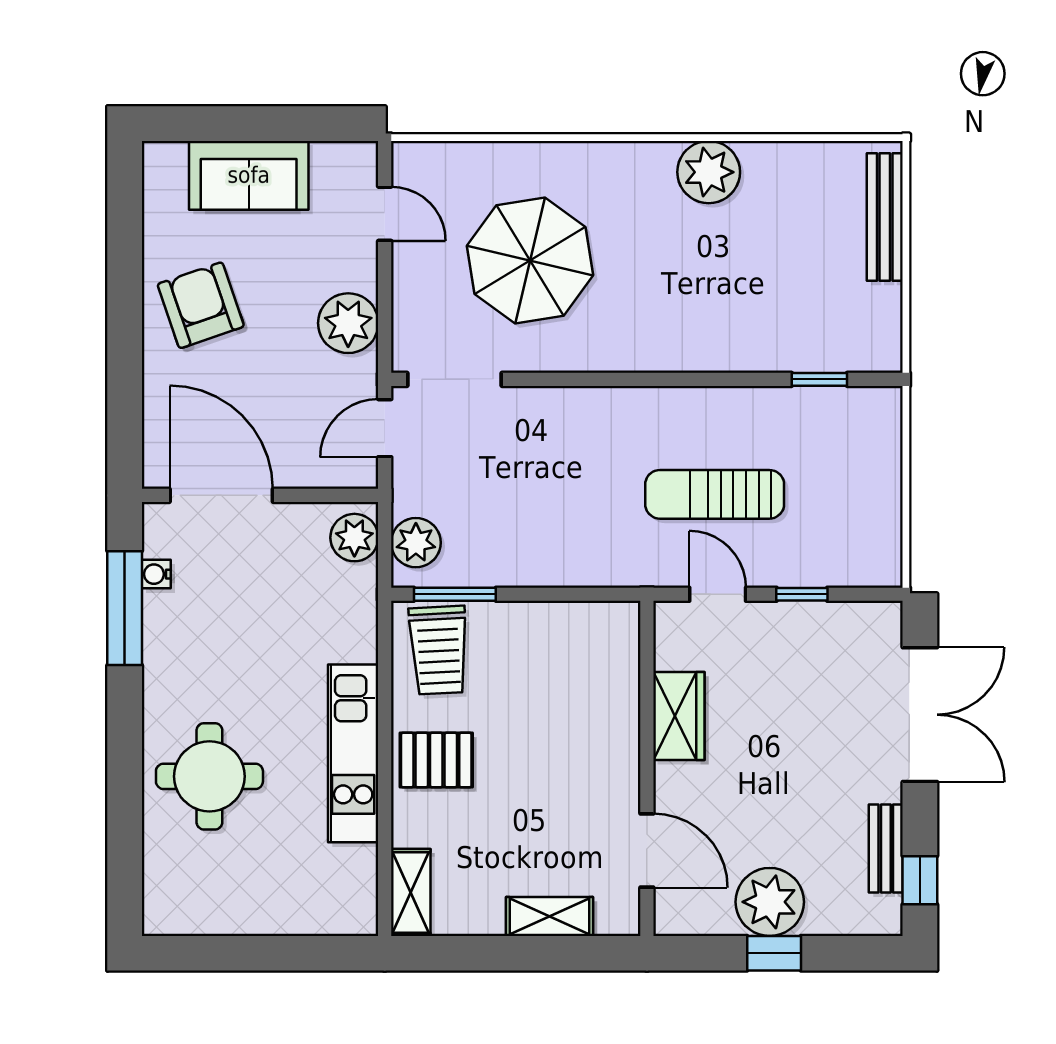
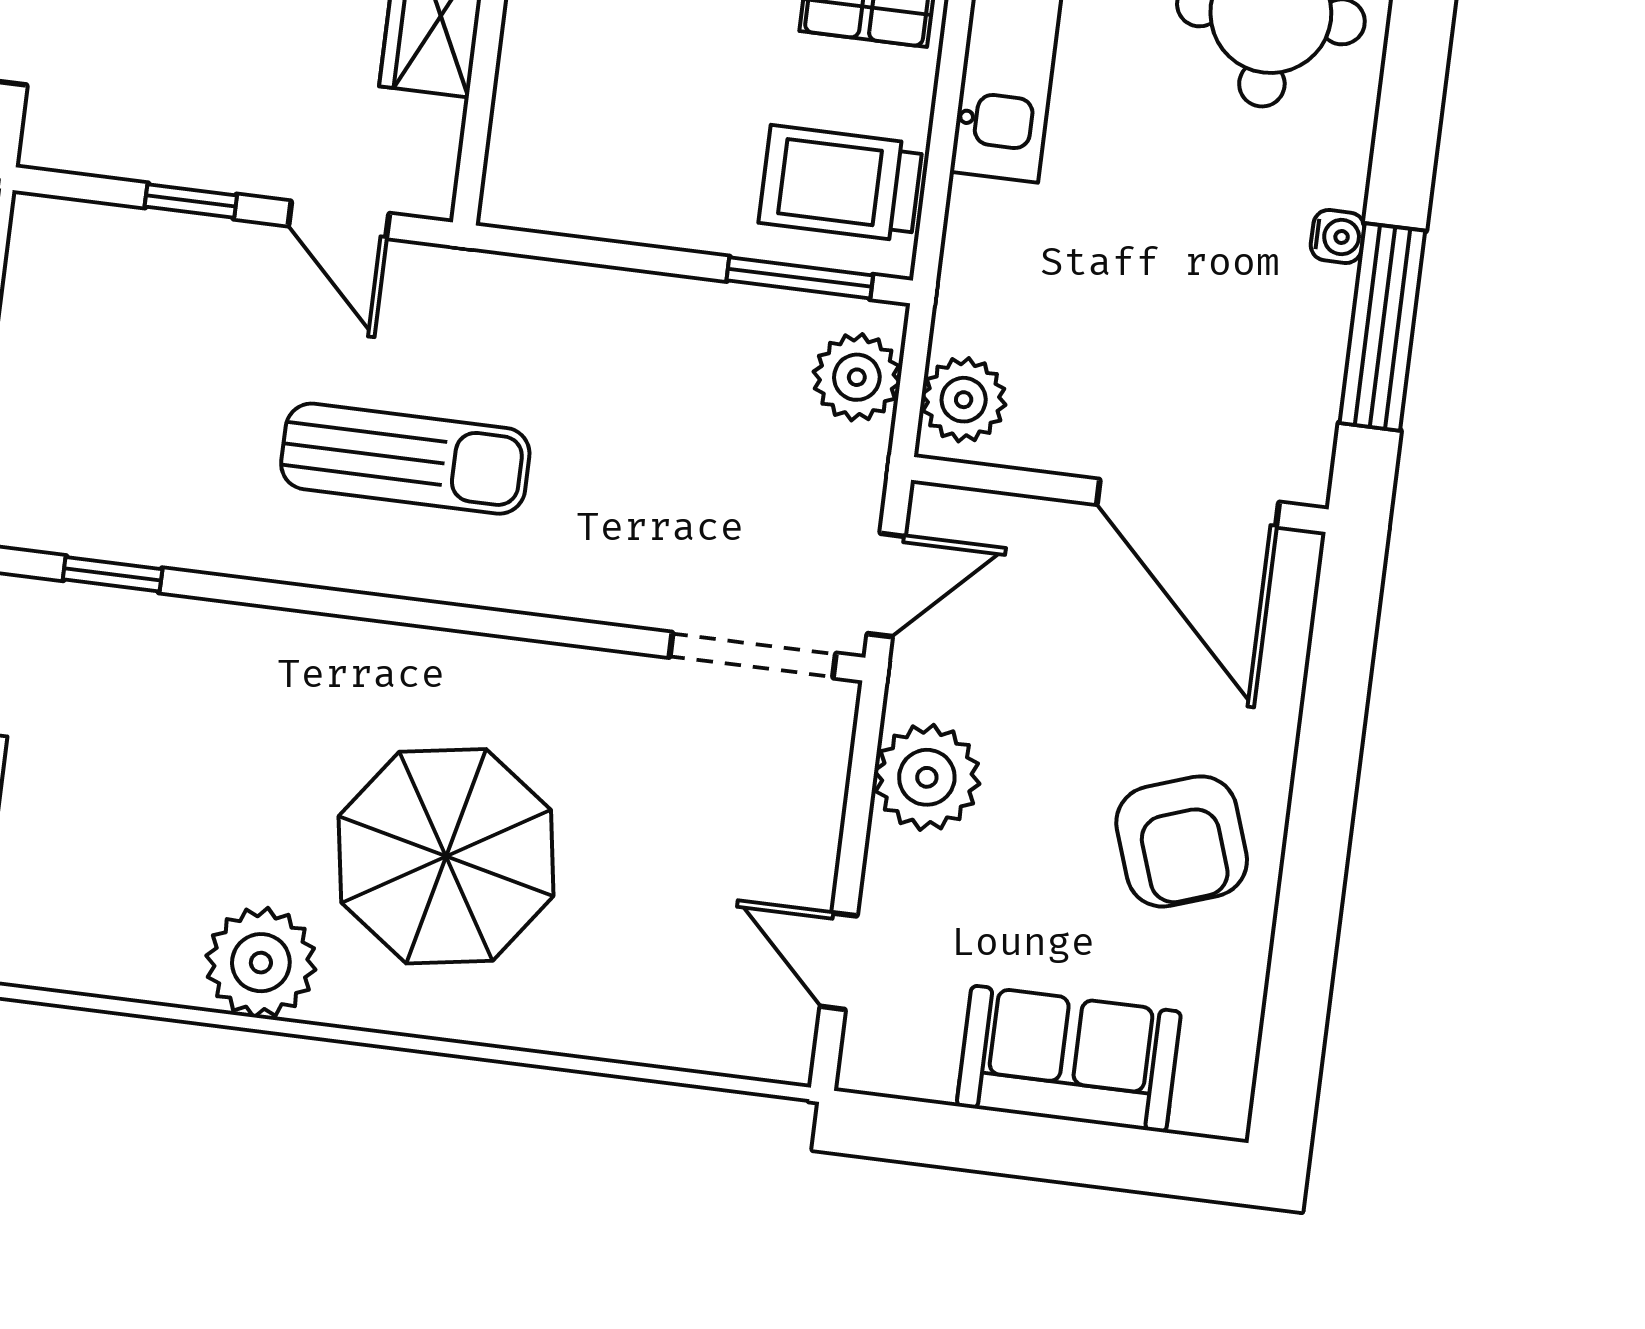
parasol: (530, 261) -> (446, 856), moved
sun lounger: (715, 494) -> (405, 459), moved
water cooler: (156, 574) -> (1338, 236), moved
trolley: (439, 650) -> (841, 183), turned -87

